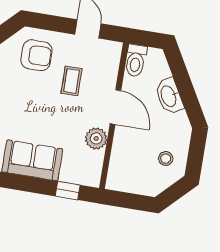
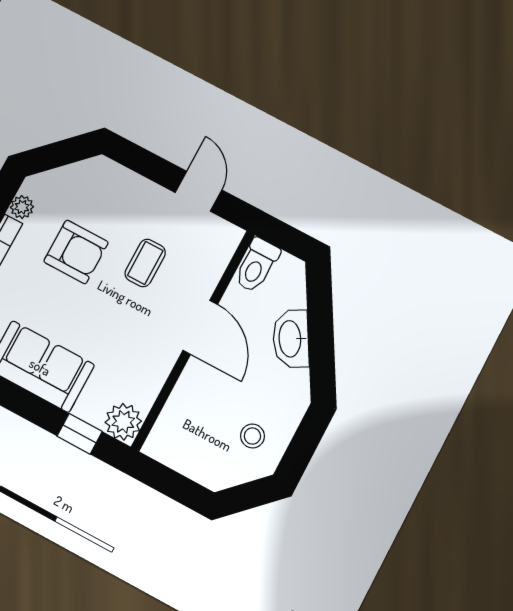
armchair: (36, 55) -> (76, 252), moved
plant: (96, 138) -> (123, 422), moved

